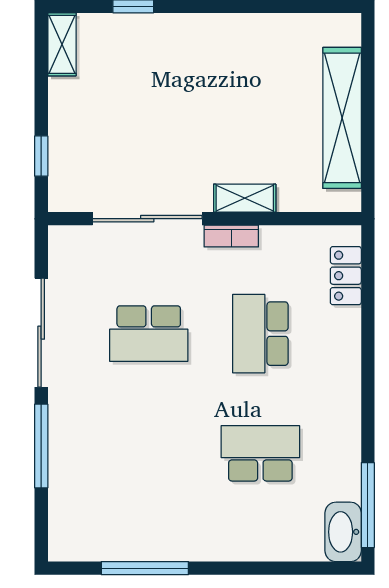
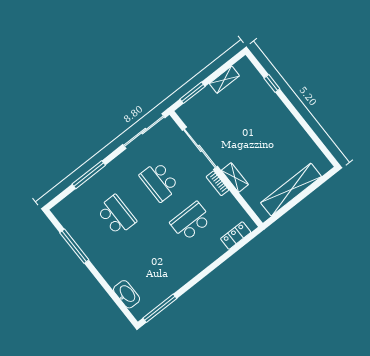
shelving: (62, 44) -> (224, 80), moved
window: (41, 156) -> (192, 93), width x1.50
sliding door: (41, 333) -> (144, 131), moved
school desk: (260, 453) -> (116, 215), moved
washbasin: (343, 532) -> (127, 294), moved, turned 90

